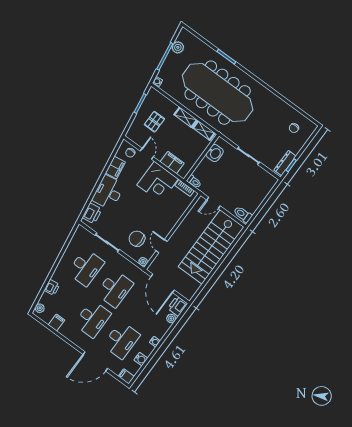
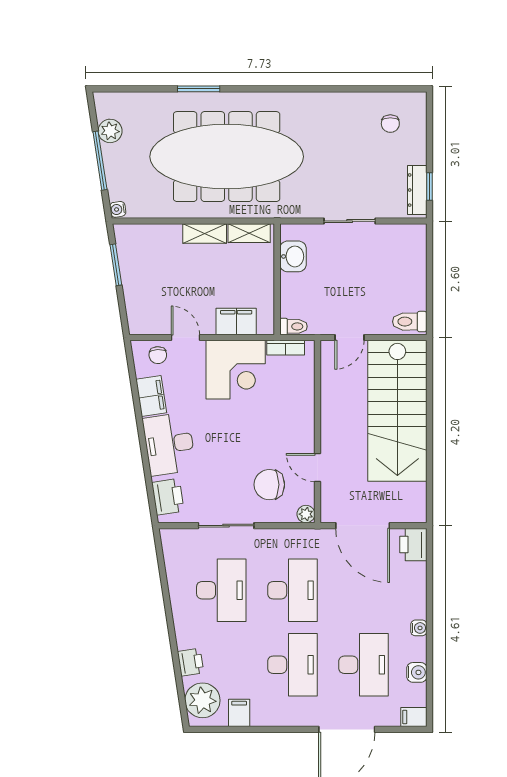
pallet: (154, 122) -> (160, 277), removed
plant: (40, 308) -> (202, 700), width x1.87, depth x1.87
plant: (171, 318) -> (418, 572), removed

